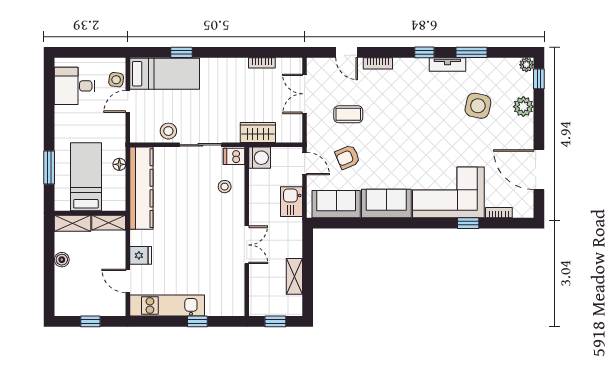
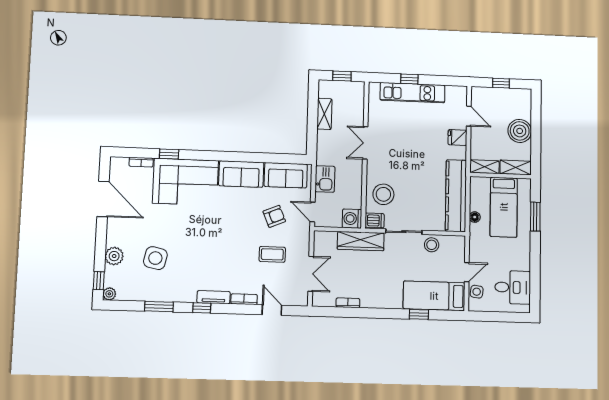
tv unit: (447, 64) -> (214, 297), moved
wardrobe: (258, 133) -> (361, 241), width x1.50
stool: (225, 187) -> (383, 194), width x1.89, depth x1.89
boiler: (62, 260) -> (520, 131), width x1.86, depth x1.86
kitchen unit: (167, 306) -> (413, 93), moved

